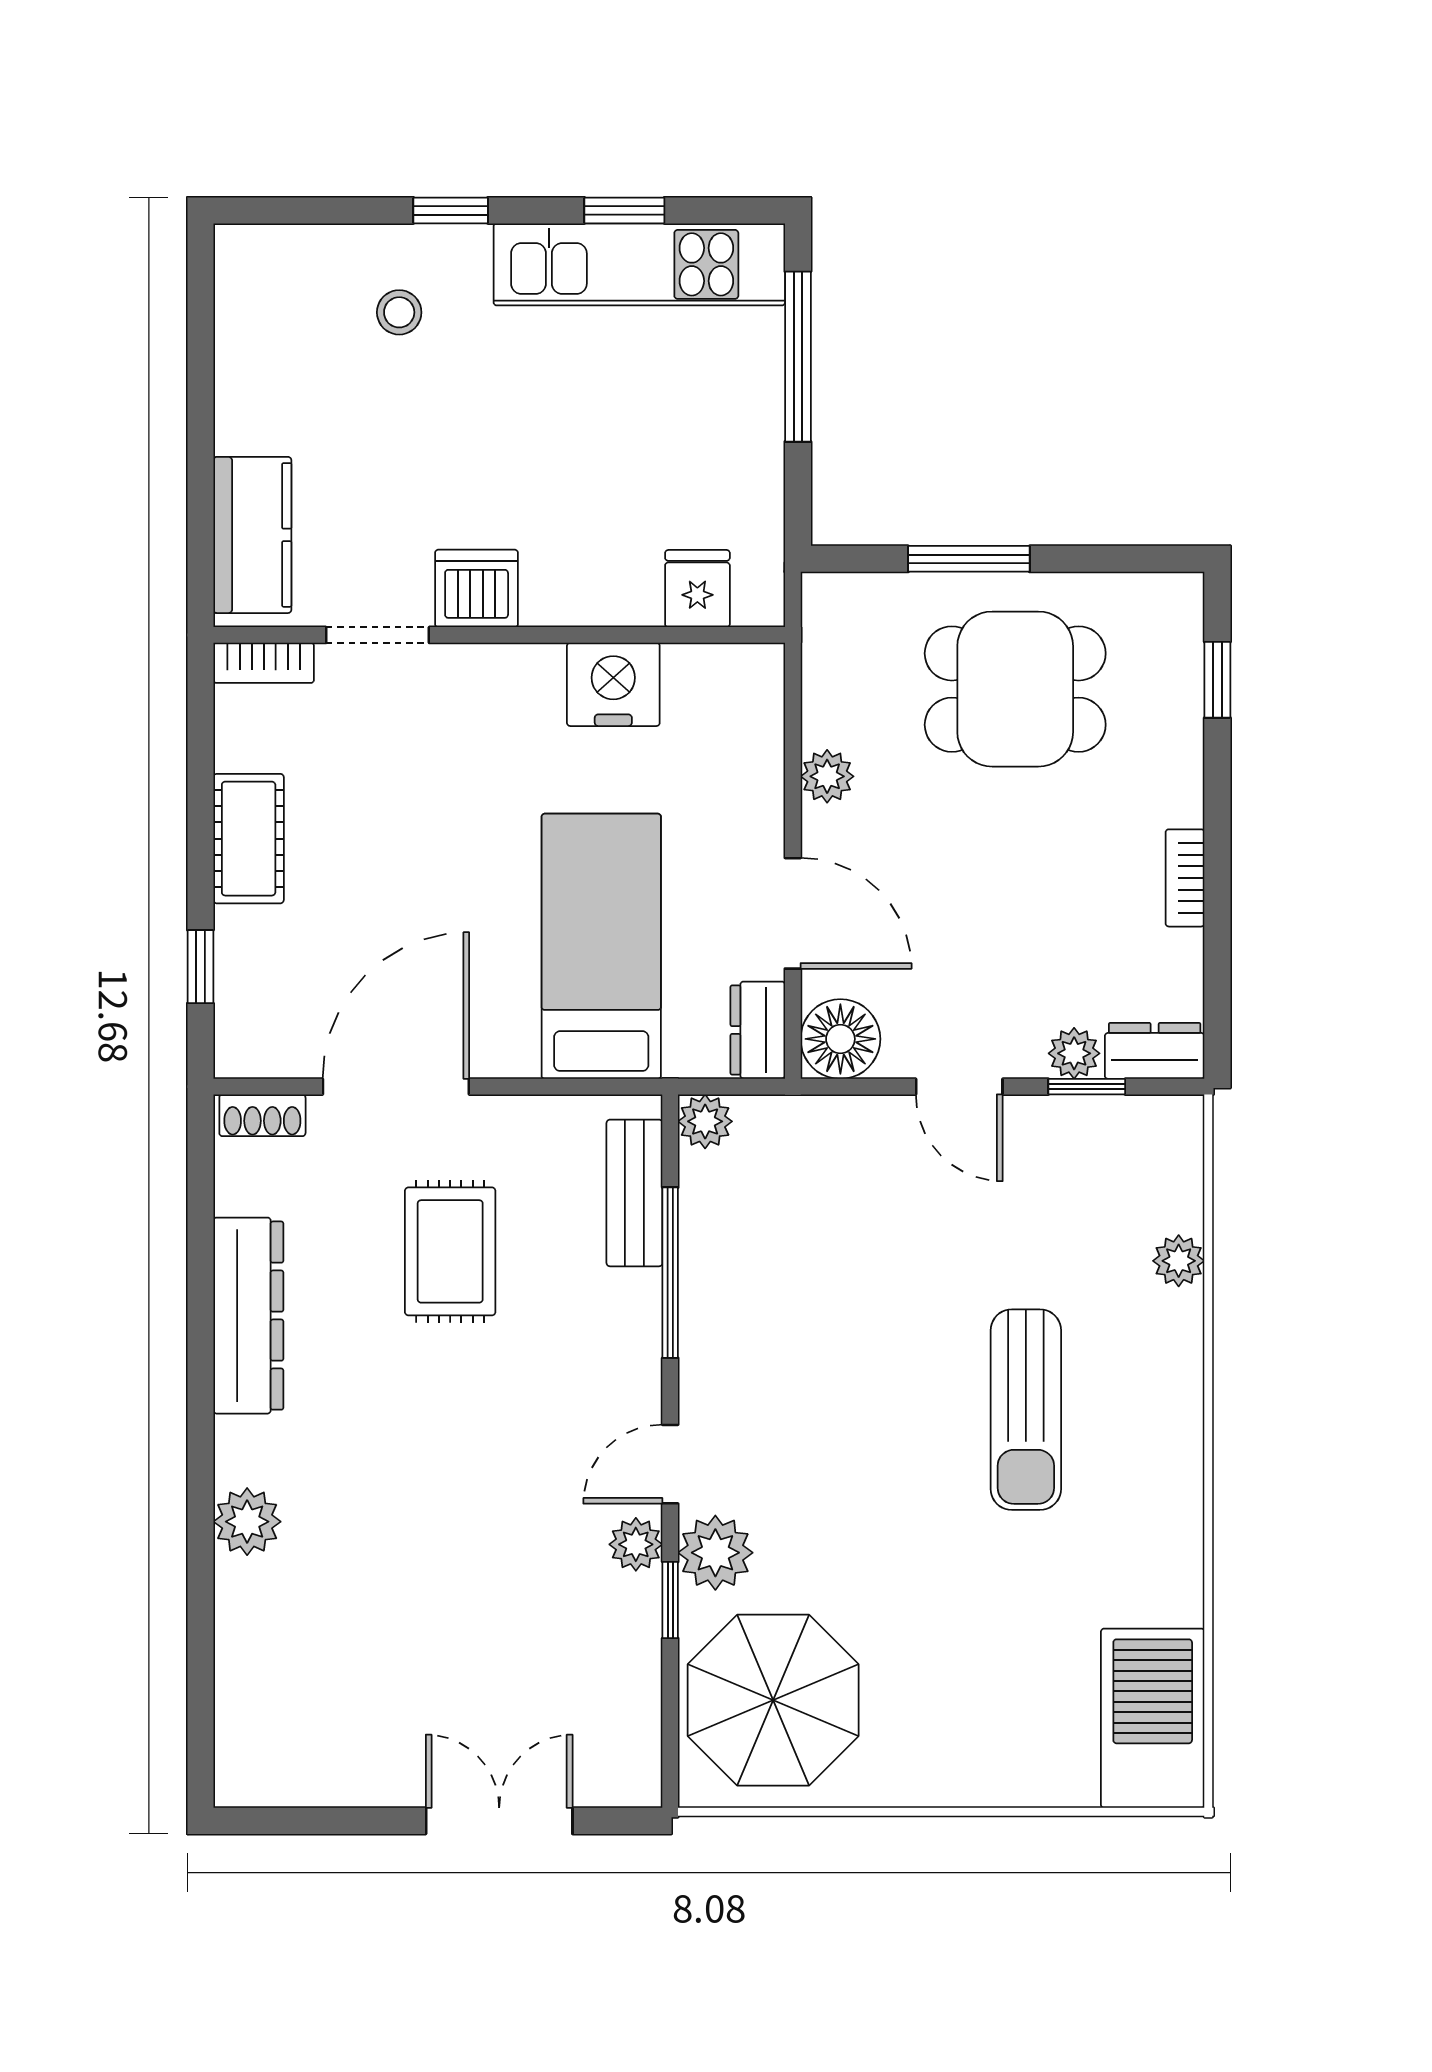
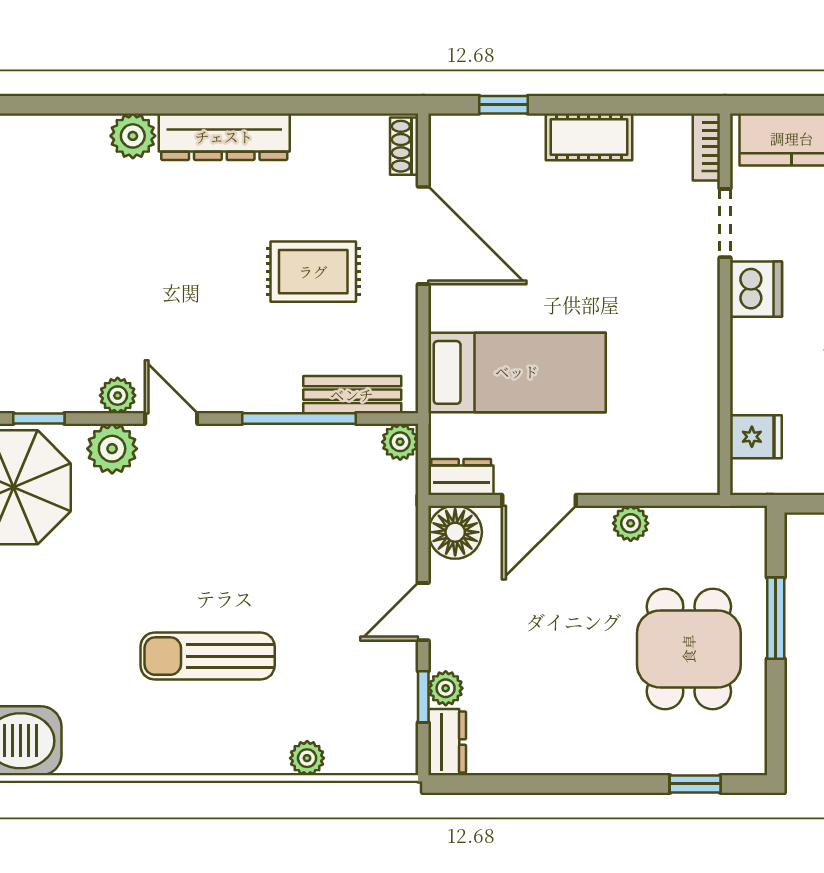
nightstand: (613, 684) -> (692, 381), removed
bookcase: (1185, 878) -> (563, 762), removed
dresser: (248, 1316) -> (224, 137), moved
window: (670, 1600) -> (39, 419), moved

